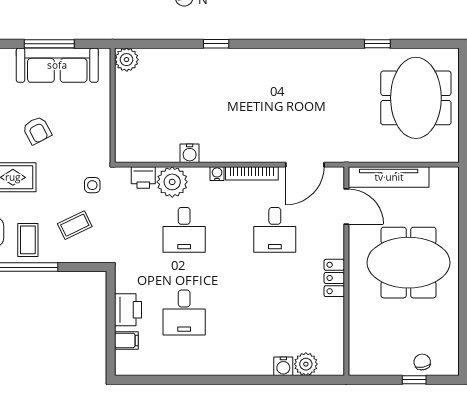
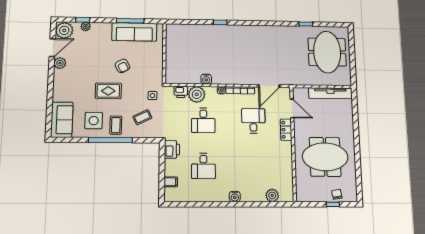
plant: (127, 60) -> (172, 30), removed
tv unit: (389, 177) -> (330, 93), moved
desk: (275, 230) -> (253, 121), turned 180
meeting table: (408, 263) -> (325, 157), moved
locker: (334, 278) -> (286, 130), moved
printer: (128, 310) -> (172, 149), moved
water cooler: (283, 366) -> (235, 197), moved

